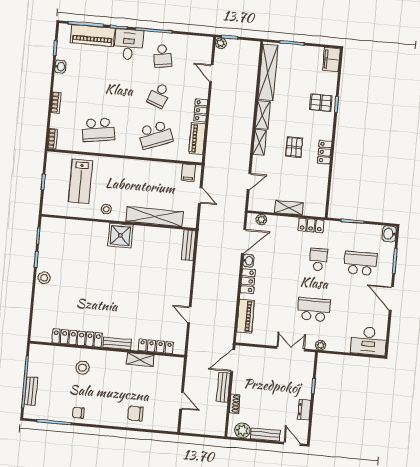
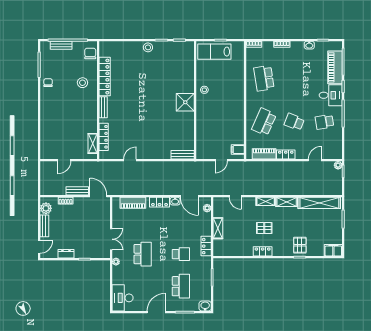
school desk: (155, 135) -> (264, 122), turned 45
lab bench: (81, 181) -> (214, 52), moved
shelving: (155, 217) -> (202, 127), removed
shelving: (140, 360) -> (93, 143), moved
chair: (136, 414) -> (90, 53), moved

